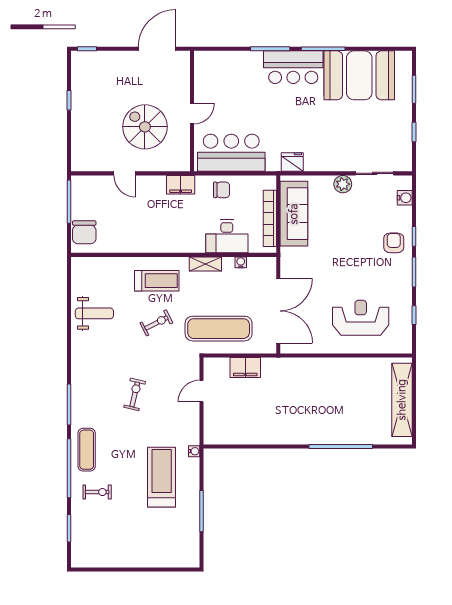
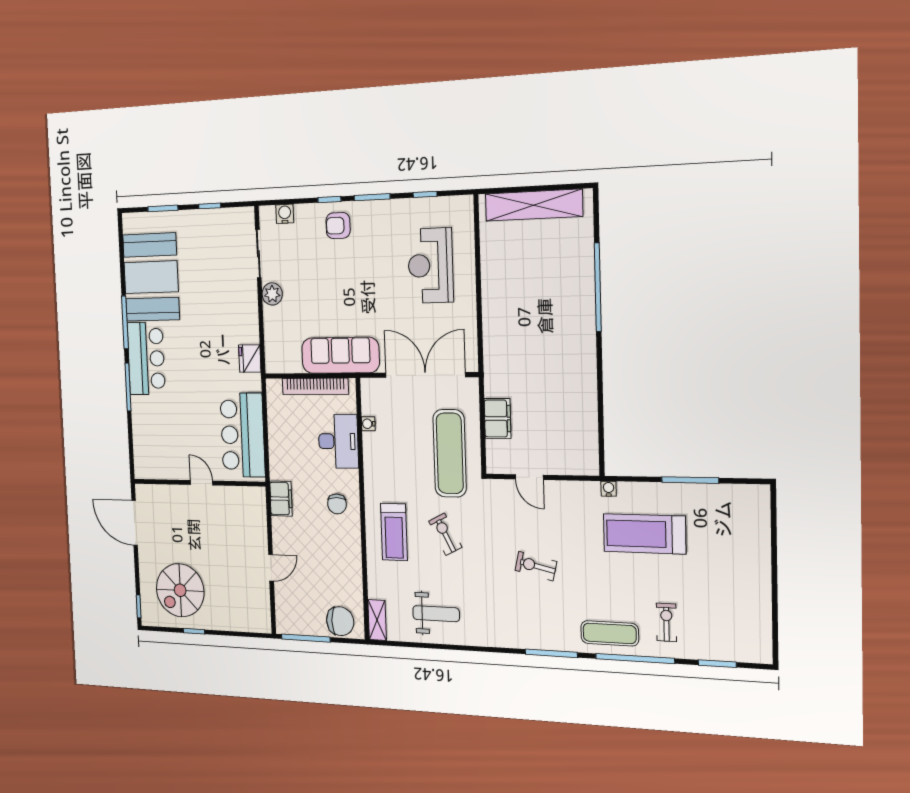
spiral stairs: (145, 127) -> (180, 590), moved
chair: (222, 190) -> (337, 504), moved, turned 180
sofa: (294, 214) -> (340, 355), moved
shelving: (205, 264) -> (377, 620), moved
treadmill: (157, 281) -> (394, 532), turned 180
weight bench: (94, 313) -> (436, 614), turned 90

